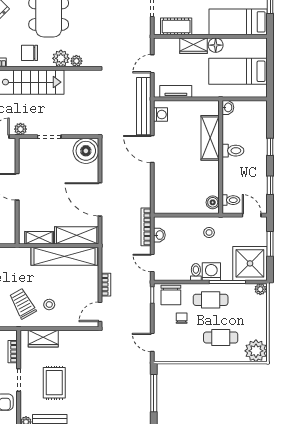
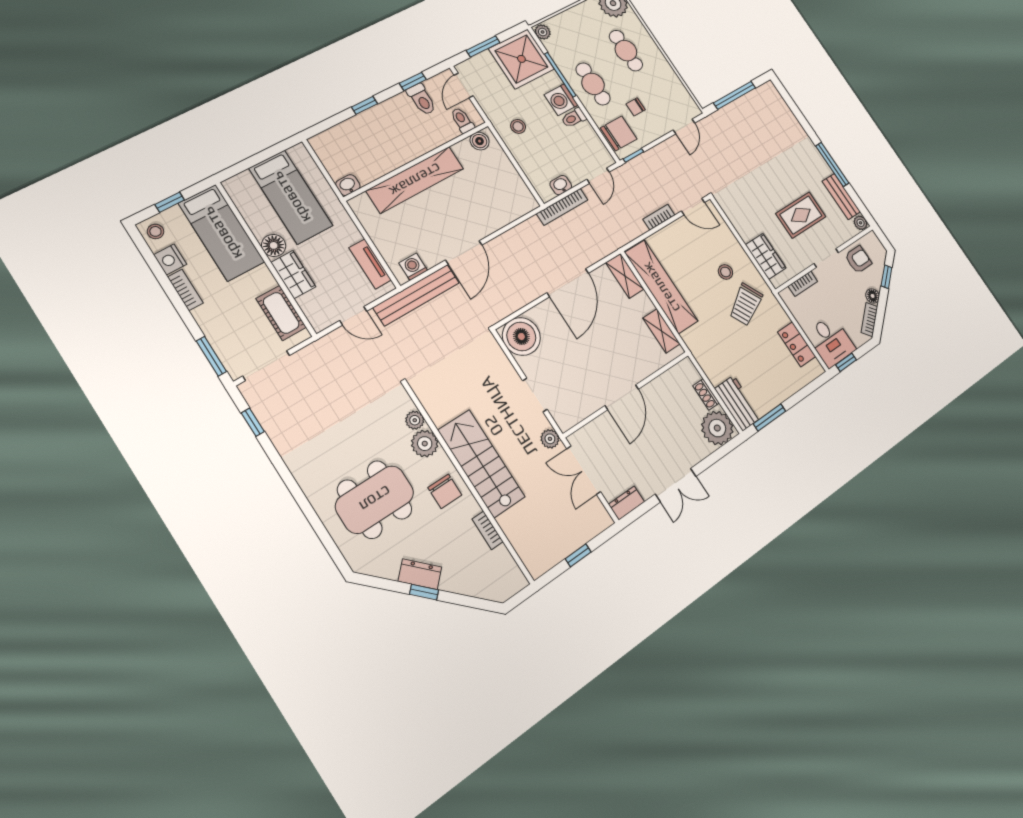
shelving: (210, 138) -> (415, 180), width x1.47
toilet: (233, 151) -> (422, 99), moved, turned 180
shelving: (77, 235) -> (625, 276), width x0.67, depth x0.75

